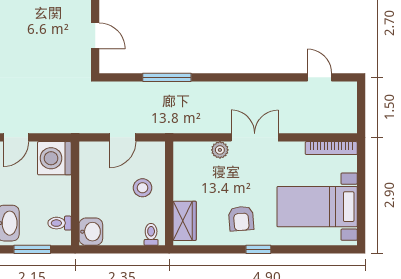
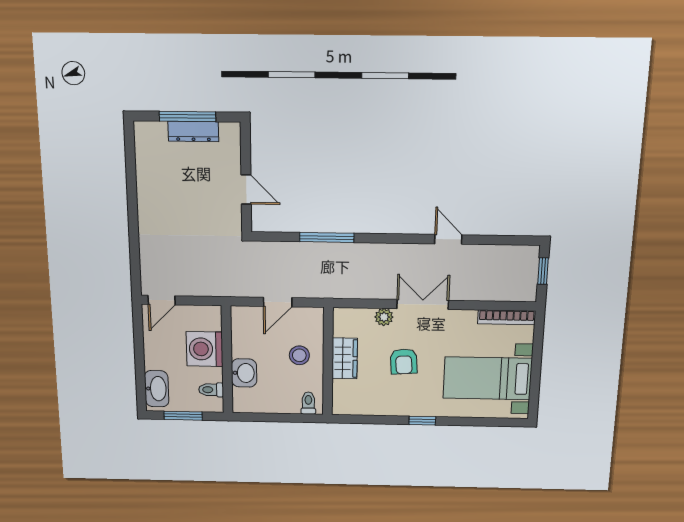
door: (320, 77) -> (448, 239), moved
window: (361, 105) -> (543, 271), added
washing machine: (54, 158) -> (205, 349), moved
armchair: (241, 219) -> (404, 361), moved
wardrobe: (185, 221) -> (345, 358), moved
washbasin: (91, 232) -> (244, 373), moved

